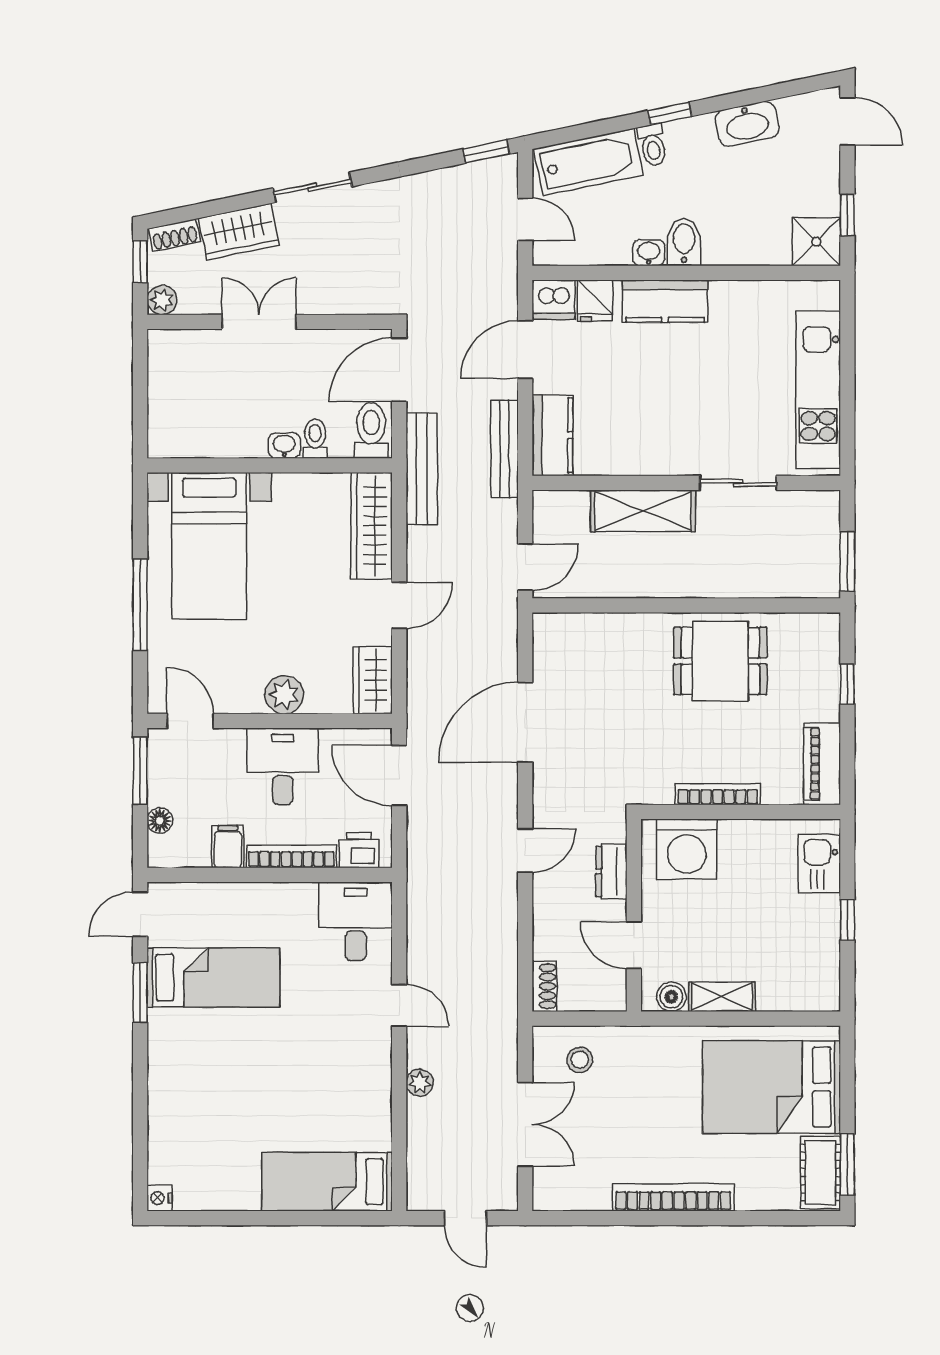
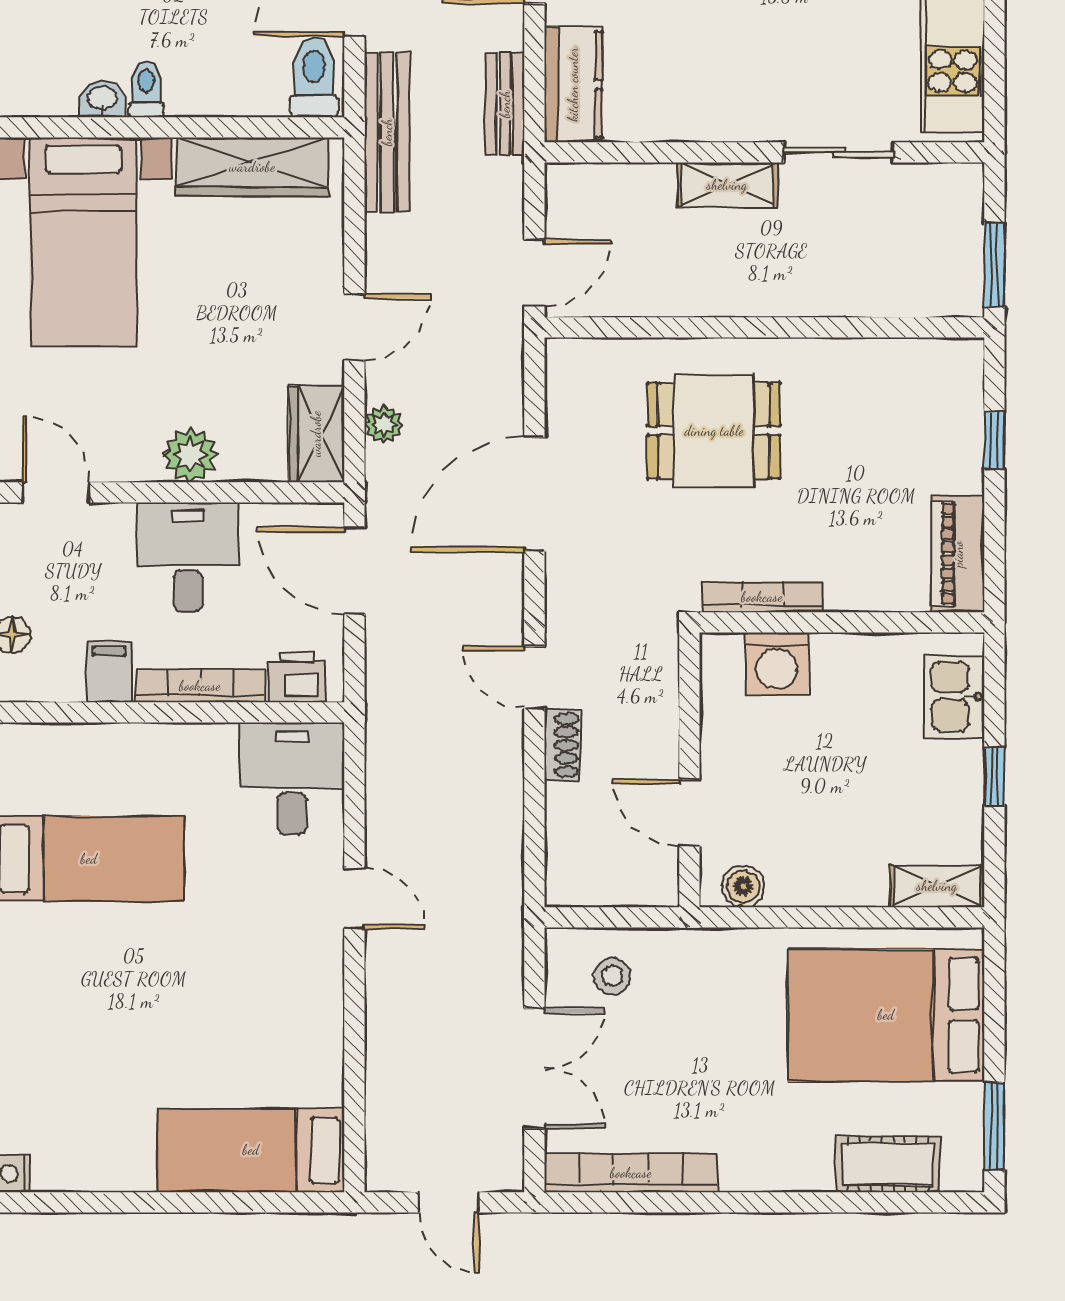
toilet: (315, 439) -> (146, 89), moved
washbasin: (284, 445) -> (102, 99), moved
bench: (505, 449) -> (505, 104), width x0.73
shelving: (643, 511) -> (727, 185), width x0.67, depth x0.75
wardrobe: (372, 526) -> (252, 167), moved, turned -90
dining table: (720, 661) -> (714, 431), moved
bookcase: (718, 794) -> (762, 597), moved
washing machine: (687, 849) -> (777, 664), width x0.73, depth x0.73
door: (525, 850) -> (534, 677), swing flipped
dresser: (611, 871) -> (657, 707), removed
shoe rack: (544, 986) -> (562, 745), moved
shelving: (722, 997) -> (937, 886), moved
plant: (420, 1083) -> (384, 425), moved
cot: (821, 1173) -> (888, 1164), moved, turned 90
bookcase: (673, 1197) -> (631, 1173), moved

